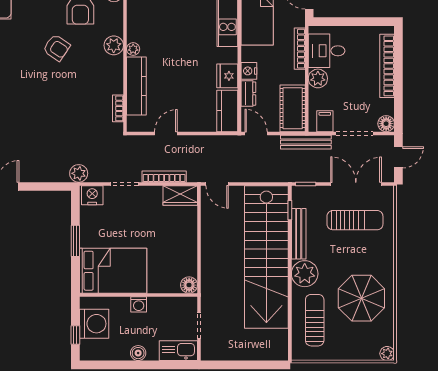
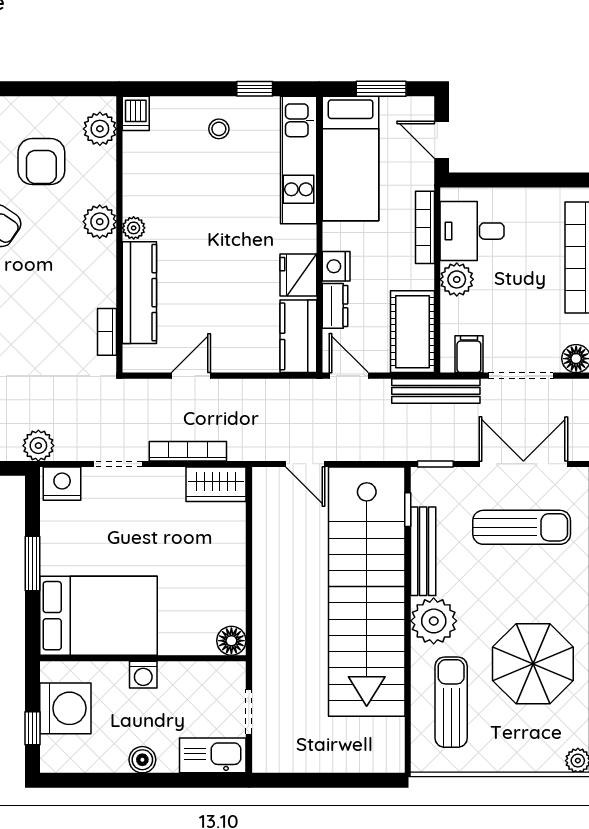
door: (217, 184) -> (305, 464), moved

